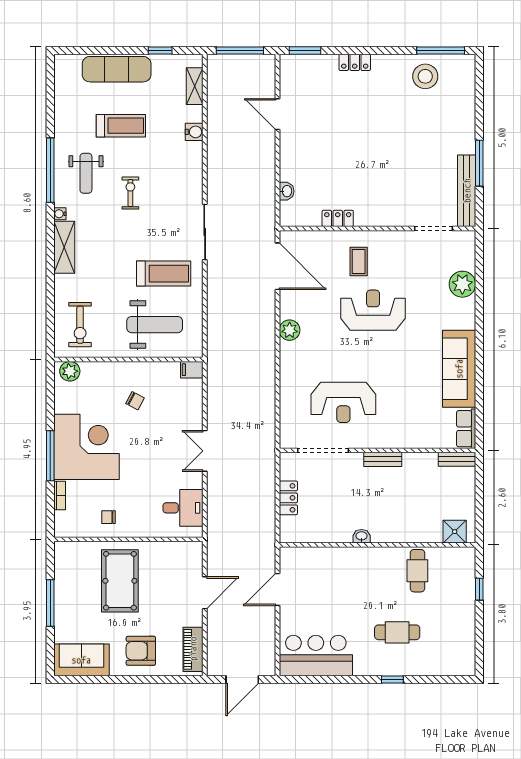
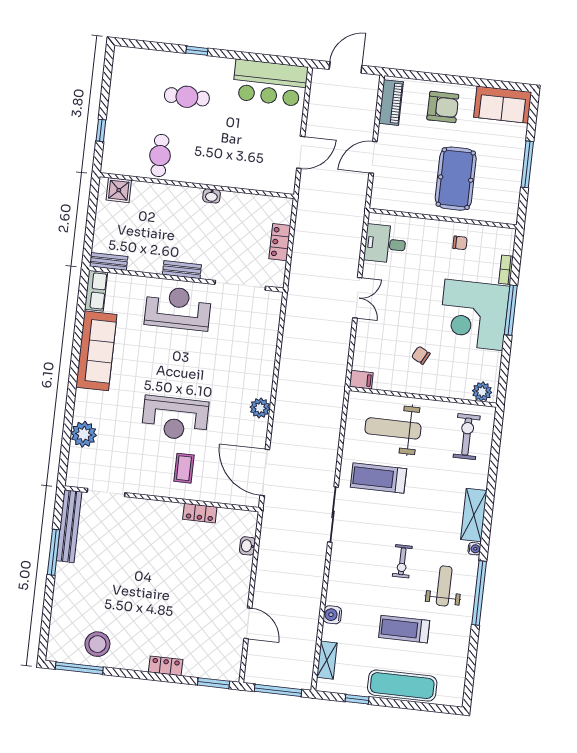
reception desk: (343, 402) -> (178, 308), moved

